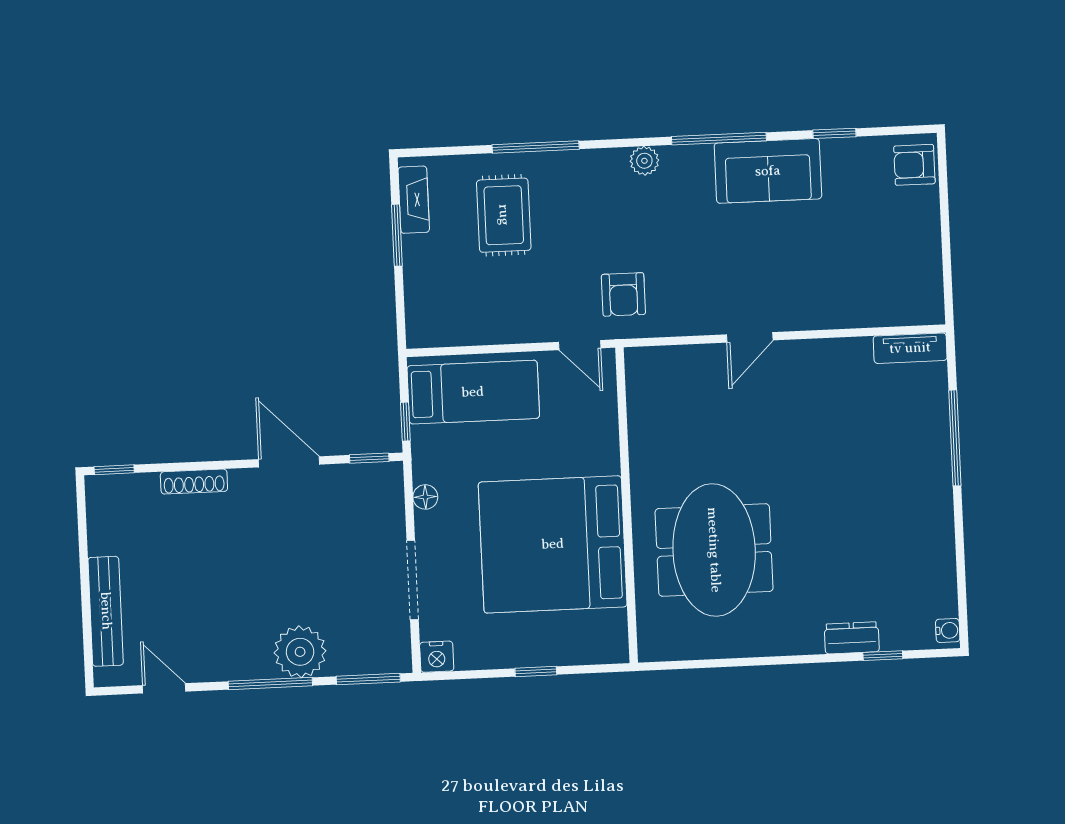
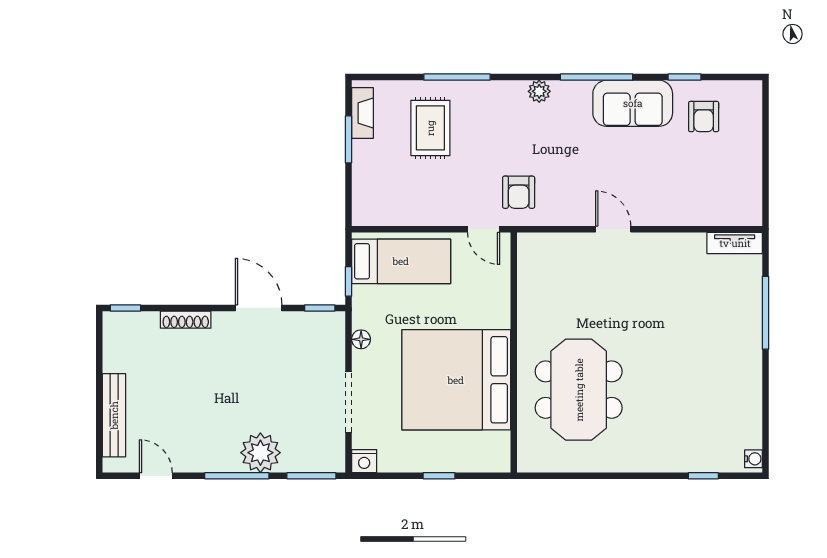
armchair: (914, 165) -> (704, 117), moved, turned -90
door: (750, 337) -> (613, 229), swing flipped
dresser: (852, 638) -> (680, 461), removed

